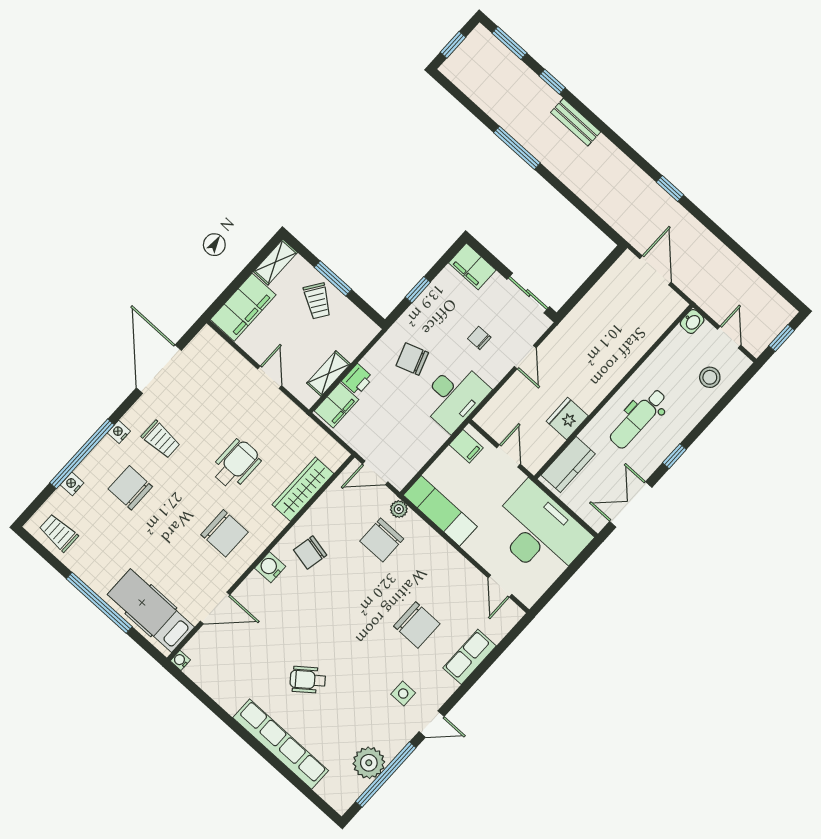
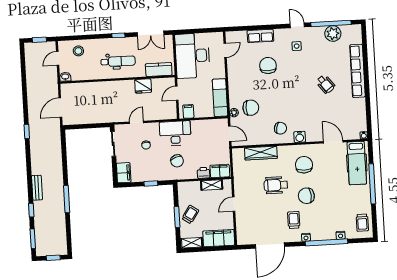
chair: (130, 488) -> (306, 196), moved, turned 86

